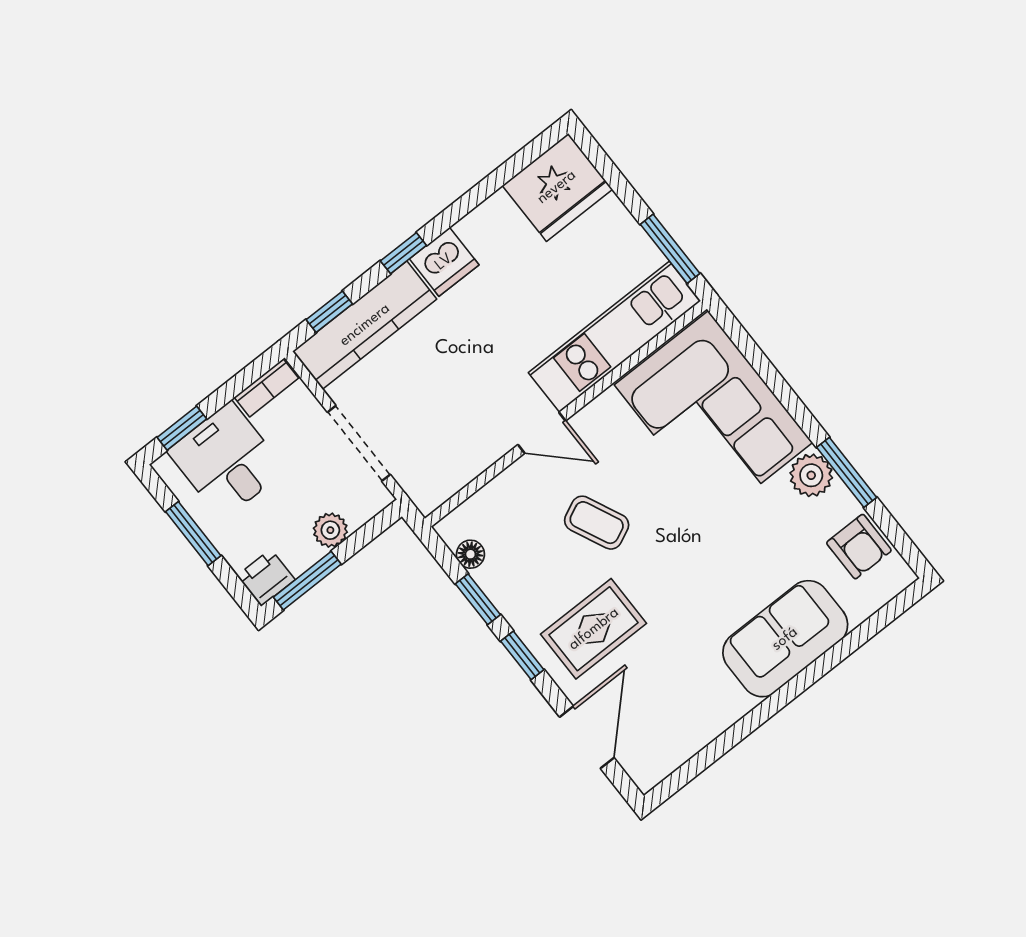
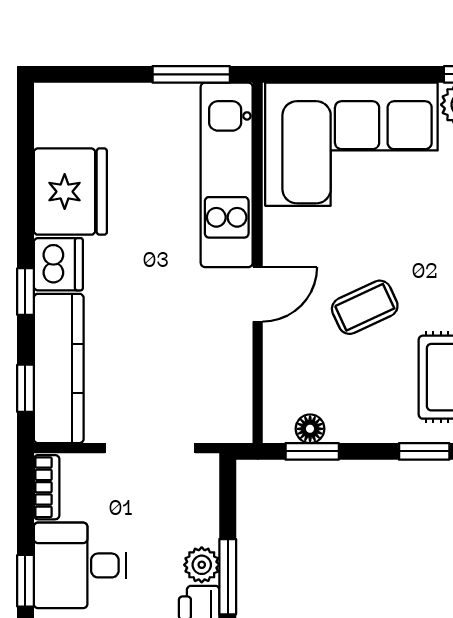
fridge: (557, 187) -> (70, 192), moved
plant: (330, 530) -> (202, 565), moved
window: (478, 599) -> (312, 451), moved

